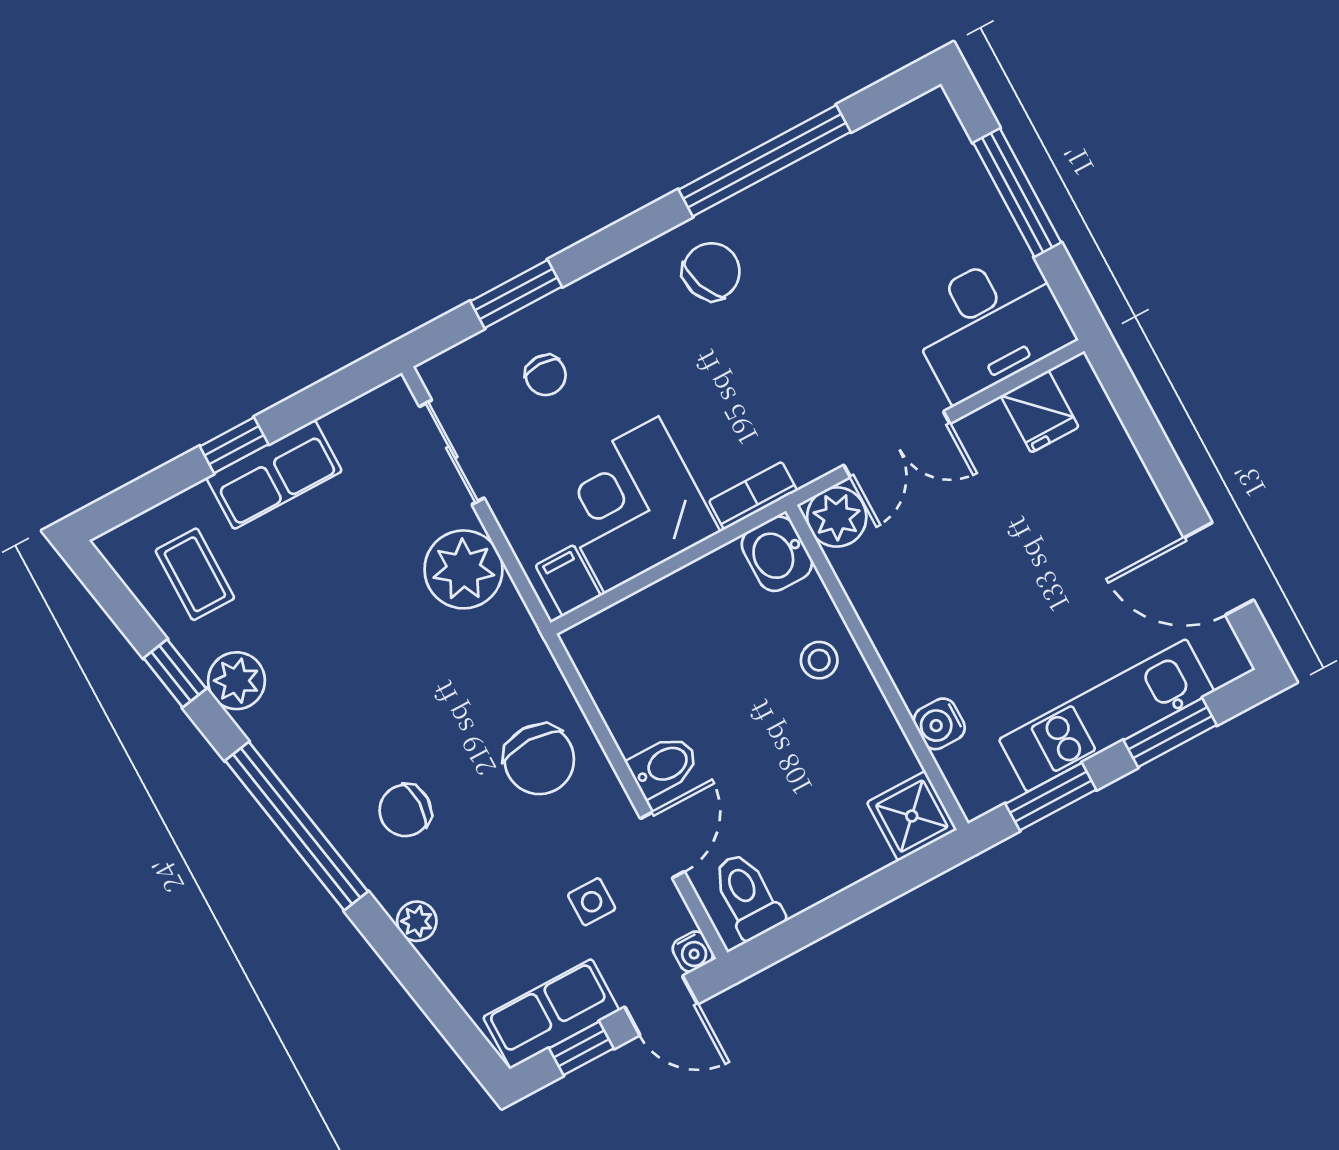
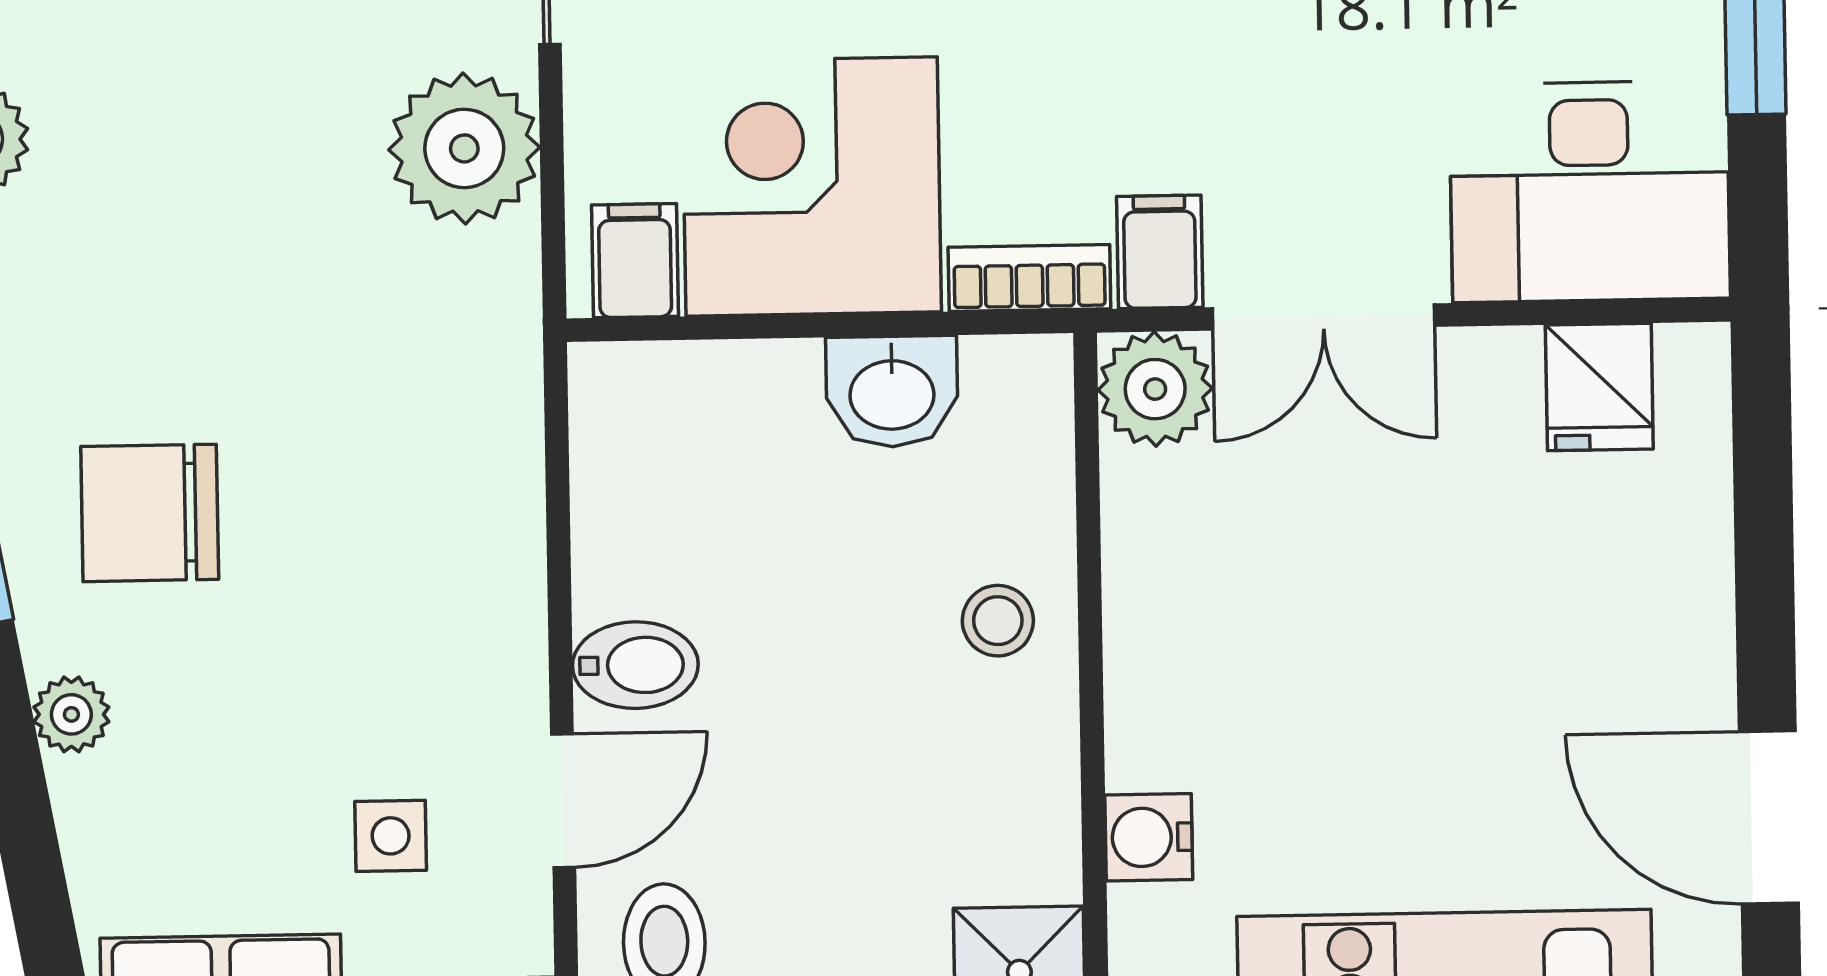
filing cabinet: (807, 453) -> (1160, 252), added
washbasin: (777, 554) -> (892, 392), moved, turned -90
chair: (539, 759) -> (426, 544), removed
chair: (405, 810) -> (150, 513), width x1.37, depth x1.37

